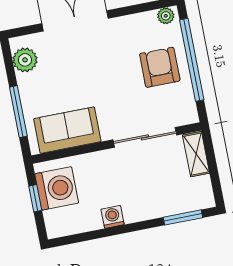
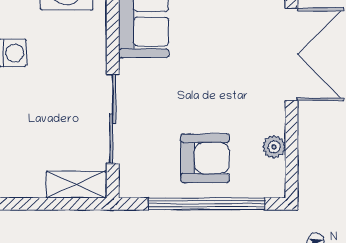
plant: (166, 16) -> (274, 147), moved

